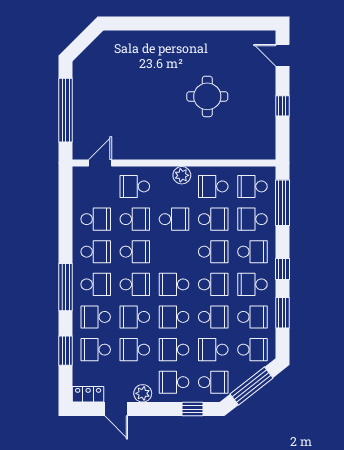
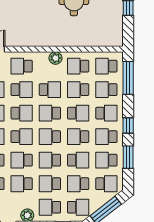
school desk: (213, 219) -> (78, 90), turned 180
school desk: (174, 252) -> (50, 113), added
school desk: (213, 284) -> (78, 137), turned 180
school desk: (252, 317) -> (106, 160), turned 180

